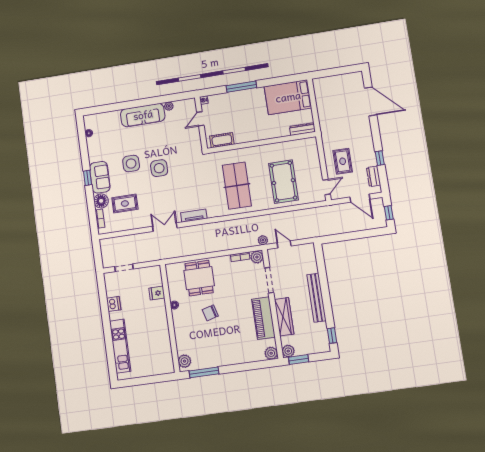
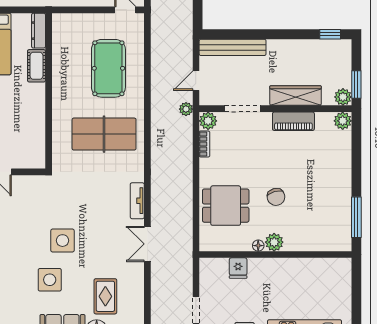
cot: (222, 140) -> (36, 66), moved
pool table: (283, 182) -> (108, 68), turned 90
bench: (316, 298) -> (233, 47), moved
piano: (263, 318) -> (293, 121), width x0.73, depth x0.75
plant: (185, 361) -> (274, 242), moved

